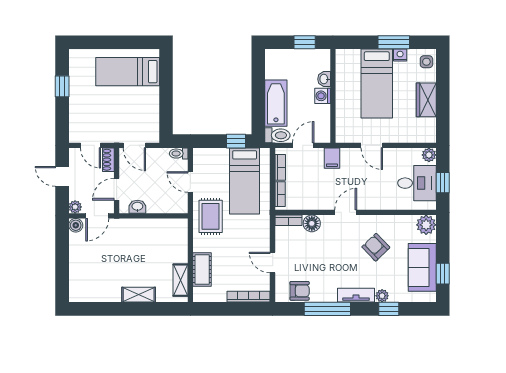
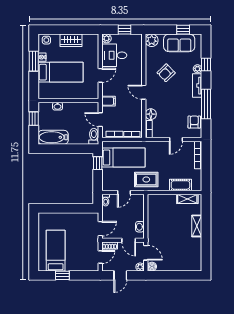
bed: (128, 72) -> (56, 251), moved, turned 180
washing machine: (323, 96) -> (68, 107), removed
bathtub: (276, 103) -> (53, 137), moved
desk: (417, 183) -> (114, 55), moved, turned -90

